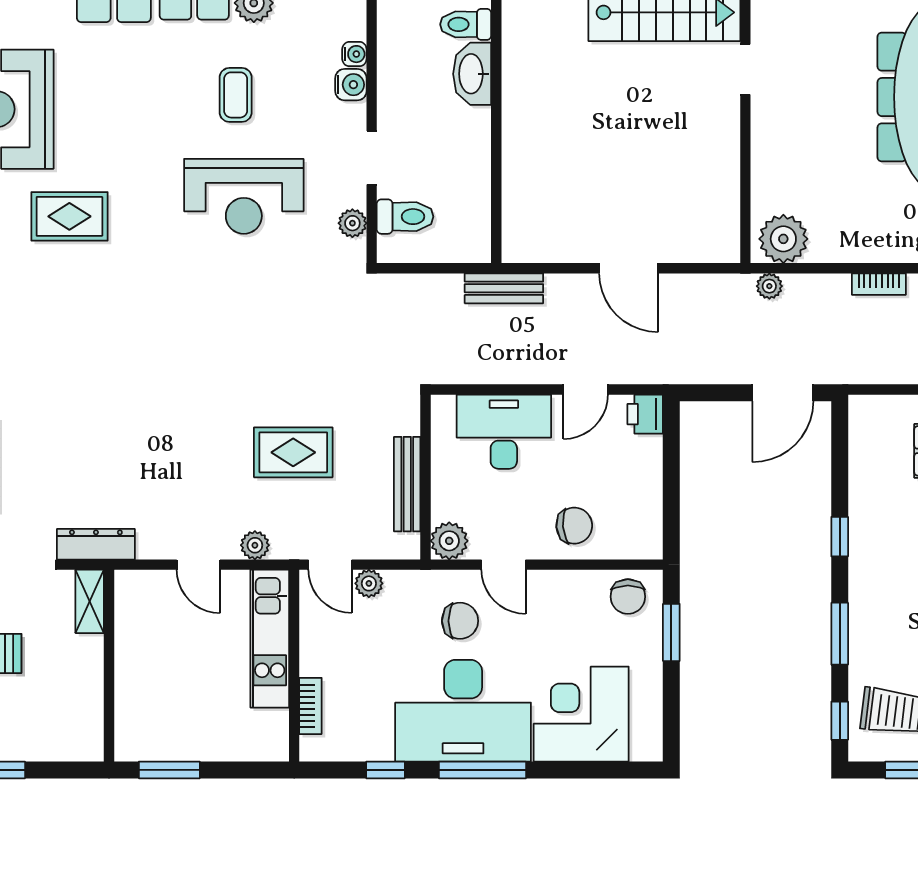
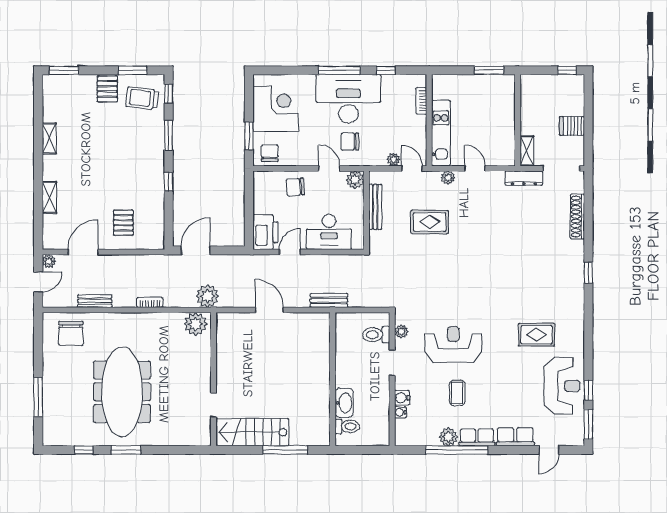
plant: (769, 286) -> (208, 296), width x1.87, depth x1.87
printer: (645, 414) -> (266, 232), width x1.87, depth x1.48
corner desk: (581, 714) -> (276, 109), moved, turned -90

